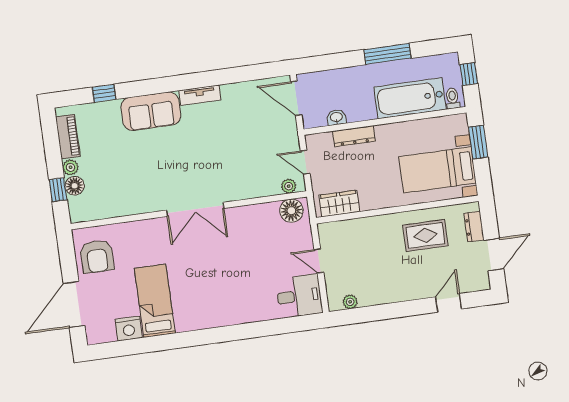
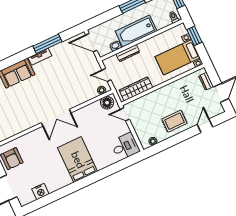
window: (220, 77) -> (47, 44), added
bathtub: (410, 98) -> (136, 31), moved
wardrobe: (339, 204) -> (136, 89), width x1.50
rug: (425, 235) -> (174, 121), moved
door: (319, 261) -> (125, 114), moved
bed: (155, 301) -> (78, 160), moved, width x1.50

